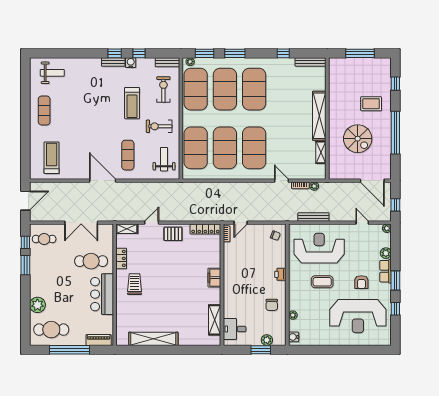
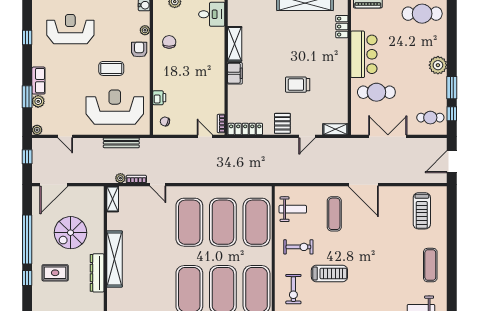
window: (395, 84) -> (27, 278), moved
treadmill: (132, 103) -> (329, 273), turned 90
dresser: (334, 104) -> (97, 273), added
spiral stairs: (358, 139) -> (71, 233), turned -90
shelving: (321, 152) -> (113, 199), moved
weight bench: (164, 159) -> (293, 209), turned -90
door: (372, 181) -> (54, 185), swing flipped
door: (241, 223) -> (205, 136), hinge flipped
pallet: (173, 234) -> (282, 123), turned 90
reception desk: (319, 248) -> (115, 107), turned 180
locker: (121, 258) -> (342, 27), moved
printer: (280, 274) -> (159, 98), moved
window: (395, 281) -> (27, 97), moved
armchair: (361, 282) -> (139, 50), moved
trolley: (134, 284) -> (298, 85), moved, turned 90
plant: (37, 305) -> (438, 65), moved
reception desk: (358, 316) -> (70, 29), width x0.74, depth x0.77
shelving: (215, 320) -> (235, 44), moved

